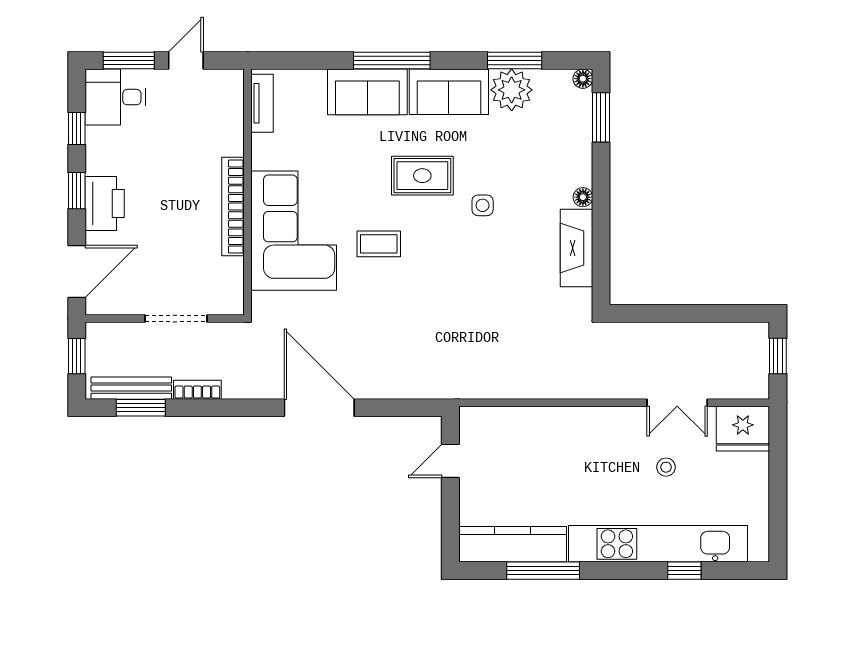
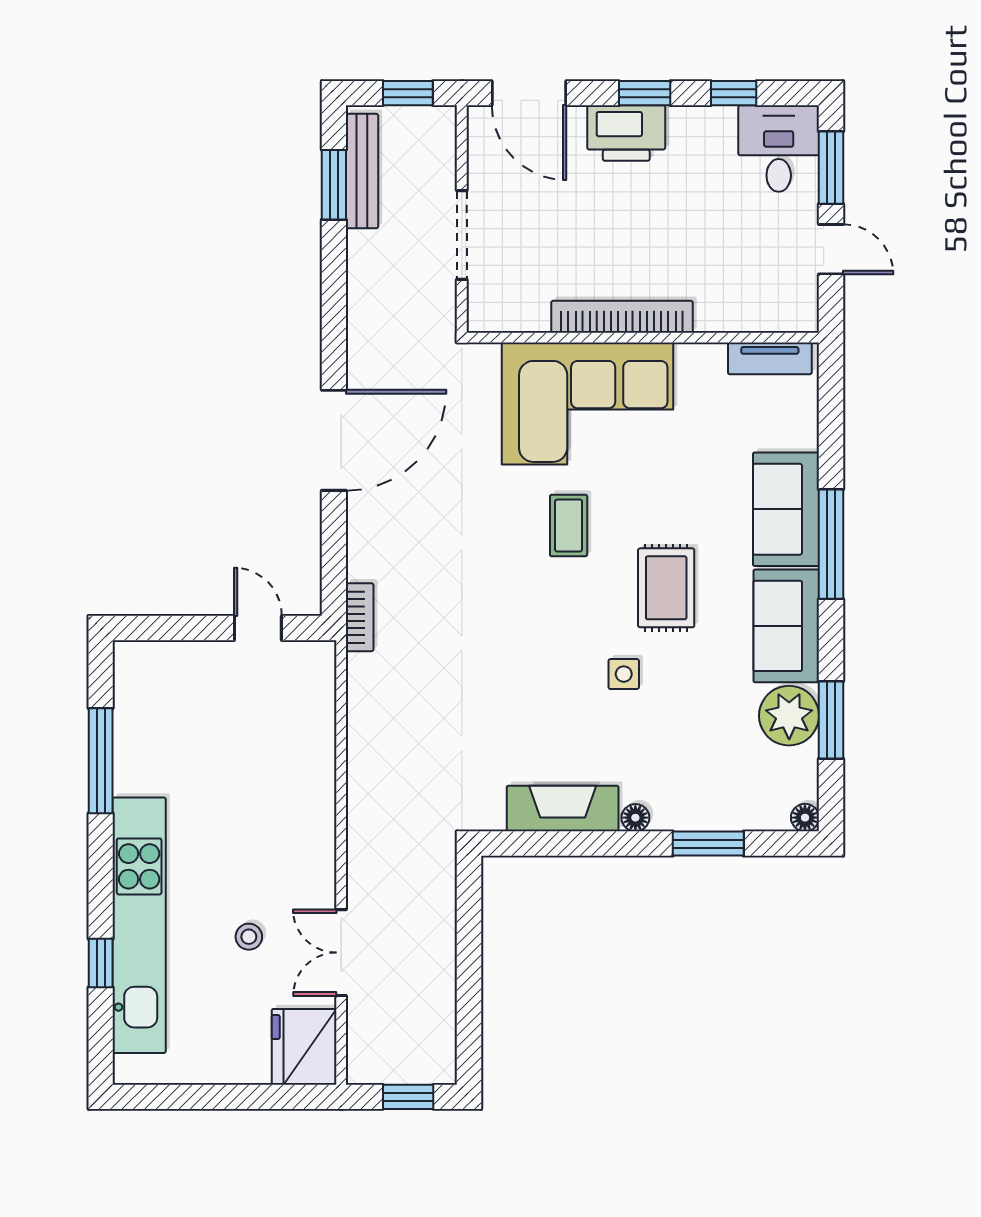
window: (601, 117) -> (708, 844), moved
bookcase: (197, 390) -> (360, 617), moved
kitchen counter: (513, 544) -> (138, 717), removed

